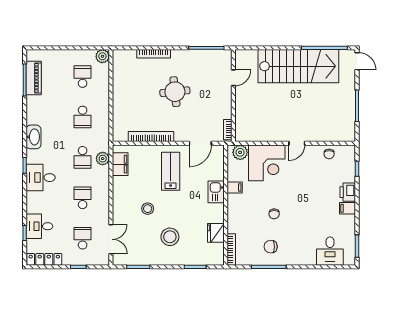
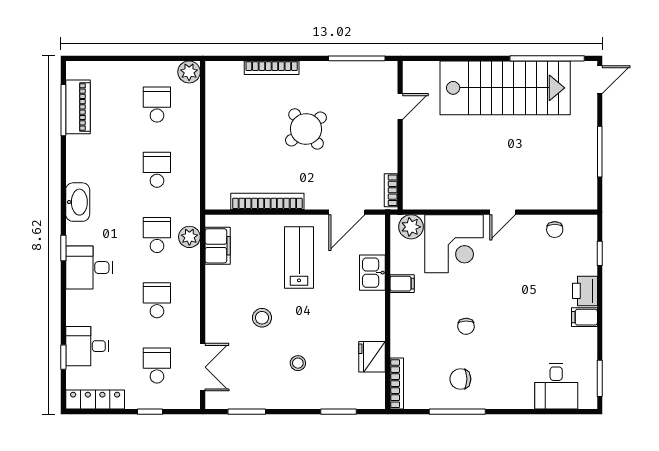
door: (357, 61) -> (600, 80), hinge flipped
round table: (175, 92) -> (306, 129), turned -32
school desk: (83, 117) -> (157, 170), turned 180
school desk: (83, 157) -> (157, 235), turned 180
kitchen sink: (216, 192) -> (372, 273), moved
stool: (170, 237) -> (298, 363), width x0.53, depth x0.53

